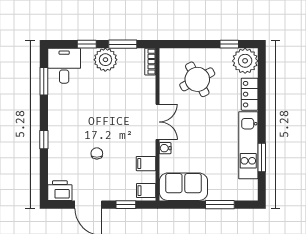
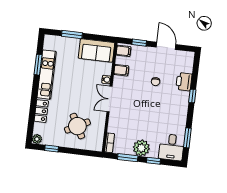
plant: (245, 61) -> (37, 139), width x0.53, depth x0.53
printer: (60, 191) -> (184, 82), moved, turned 90

